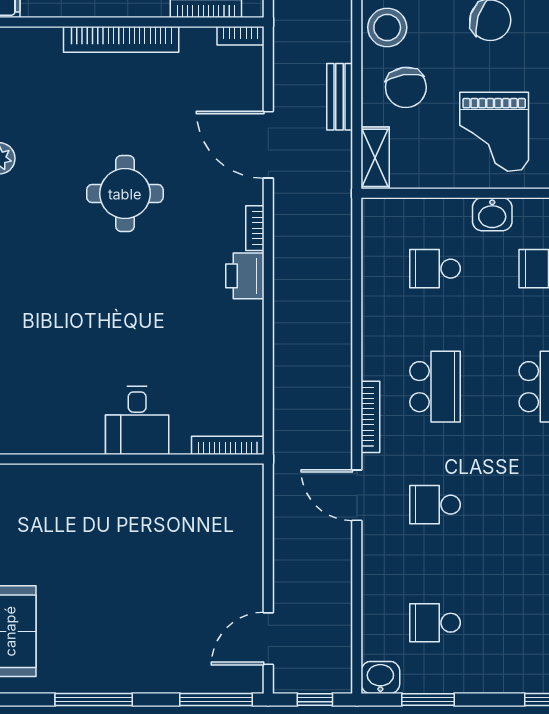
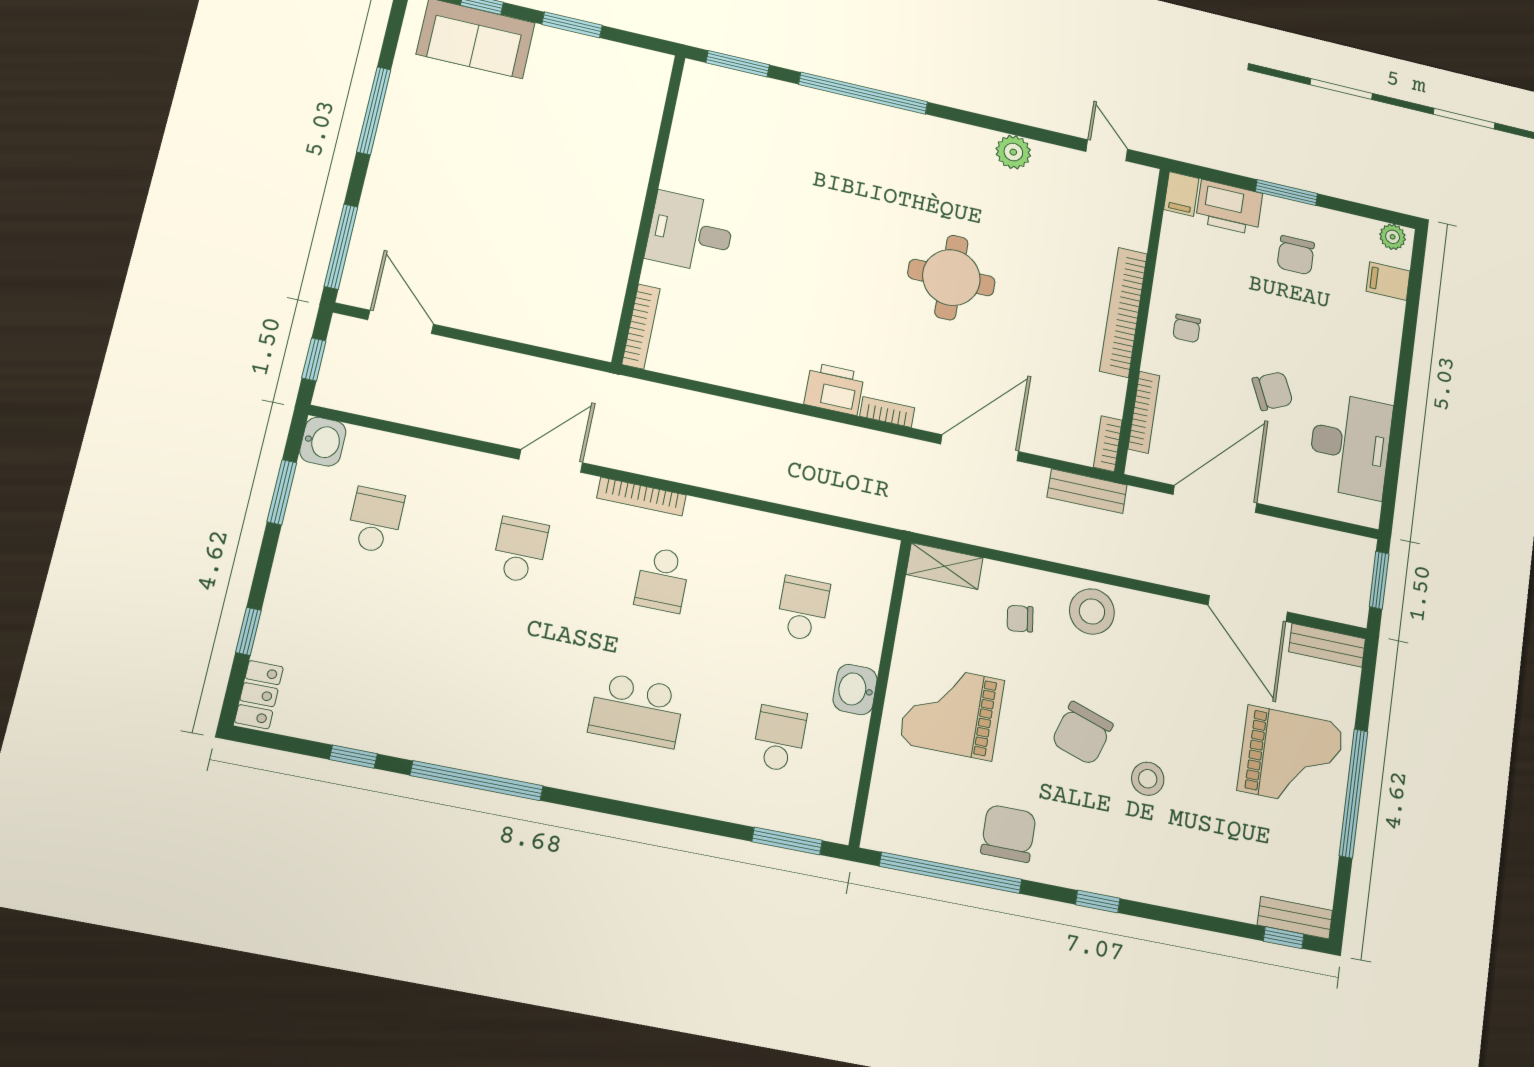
chair: (406, 87) -> (1020, 619), width x0.54, depth x0.54
bench: (340, 97) -> (1087, 491), moved
school desk: (435, 387) -> (662, 580), width x0.54

